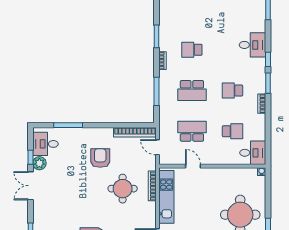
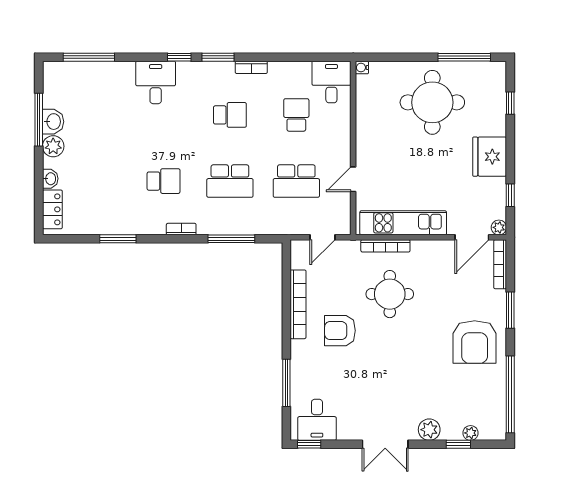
window: (156, 36) -> (118, 239), moved
school desk: (192, 50) -> (163, 181), turned -90
school desk: (192, 90) -> (230, 181), turned 90
school desk: (233, 90) -> (230, 115), turned -90
school desk: (192, 131) -> (296, 181), turned -90
bookcase: (135, 132) -> (298, 304), moved
window: (30, 157) -> (309, 444), moved
plant: (39, 163) -> (429, 430), moved

